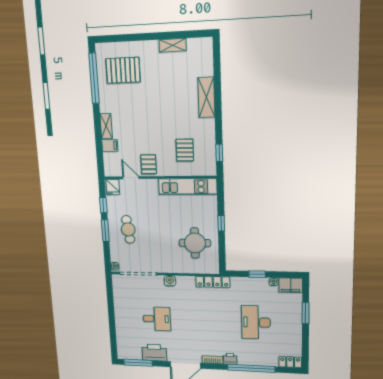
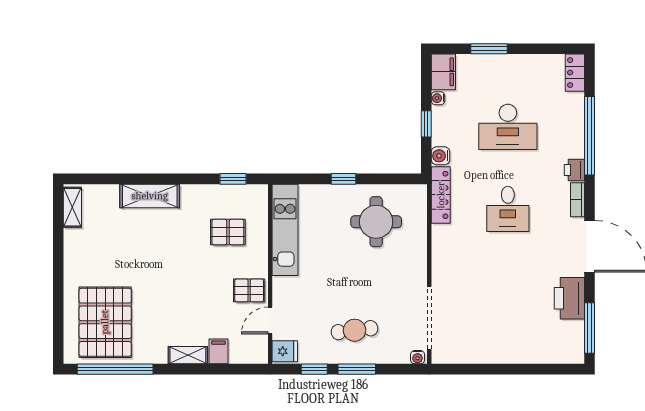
shelving: (173, 45) -> (72, 207), moved
pallet: (123, 70) -> (105, 322), width x1.37, depth x1.41
water cooler: (170, 281) -> (441, 156), moved
desk: (157, 319) -> (508, 209), moved, turned 180

